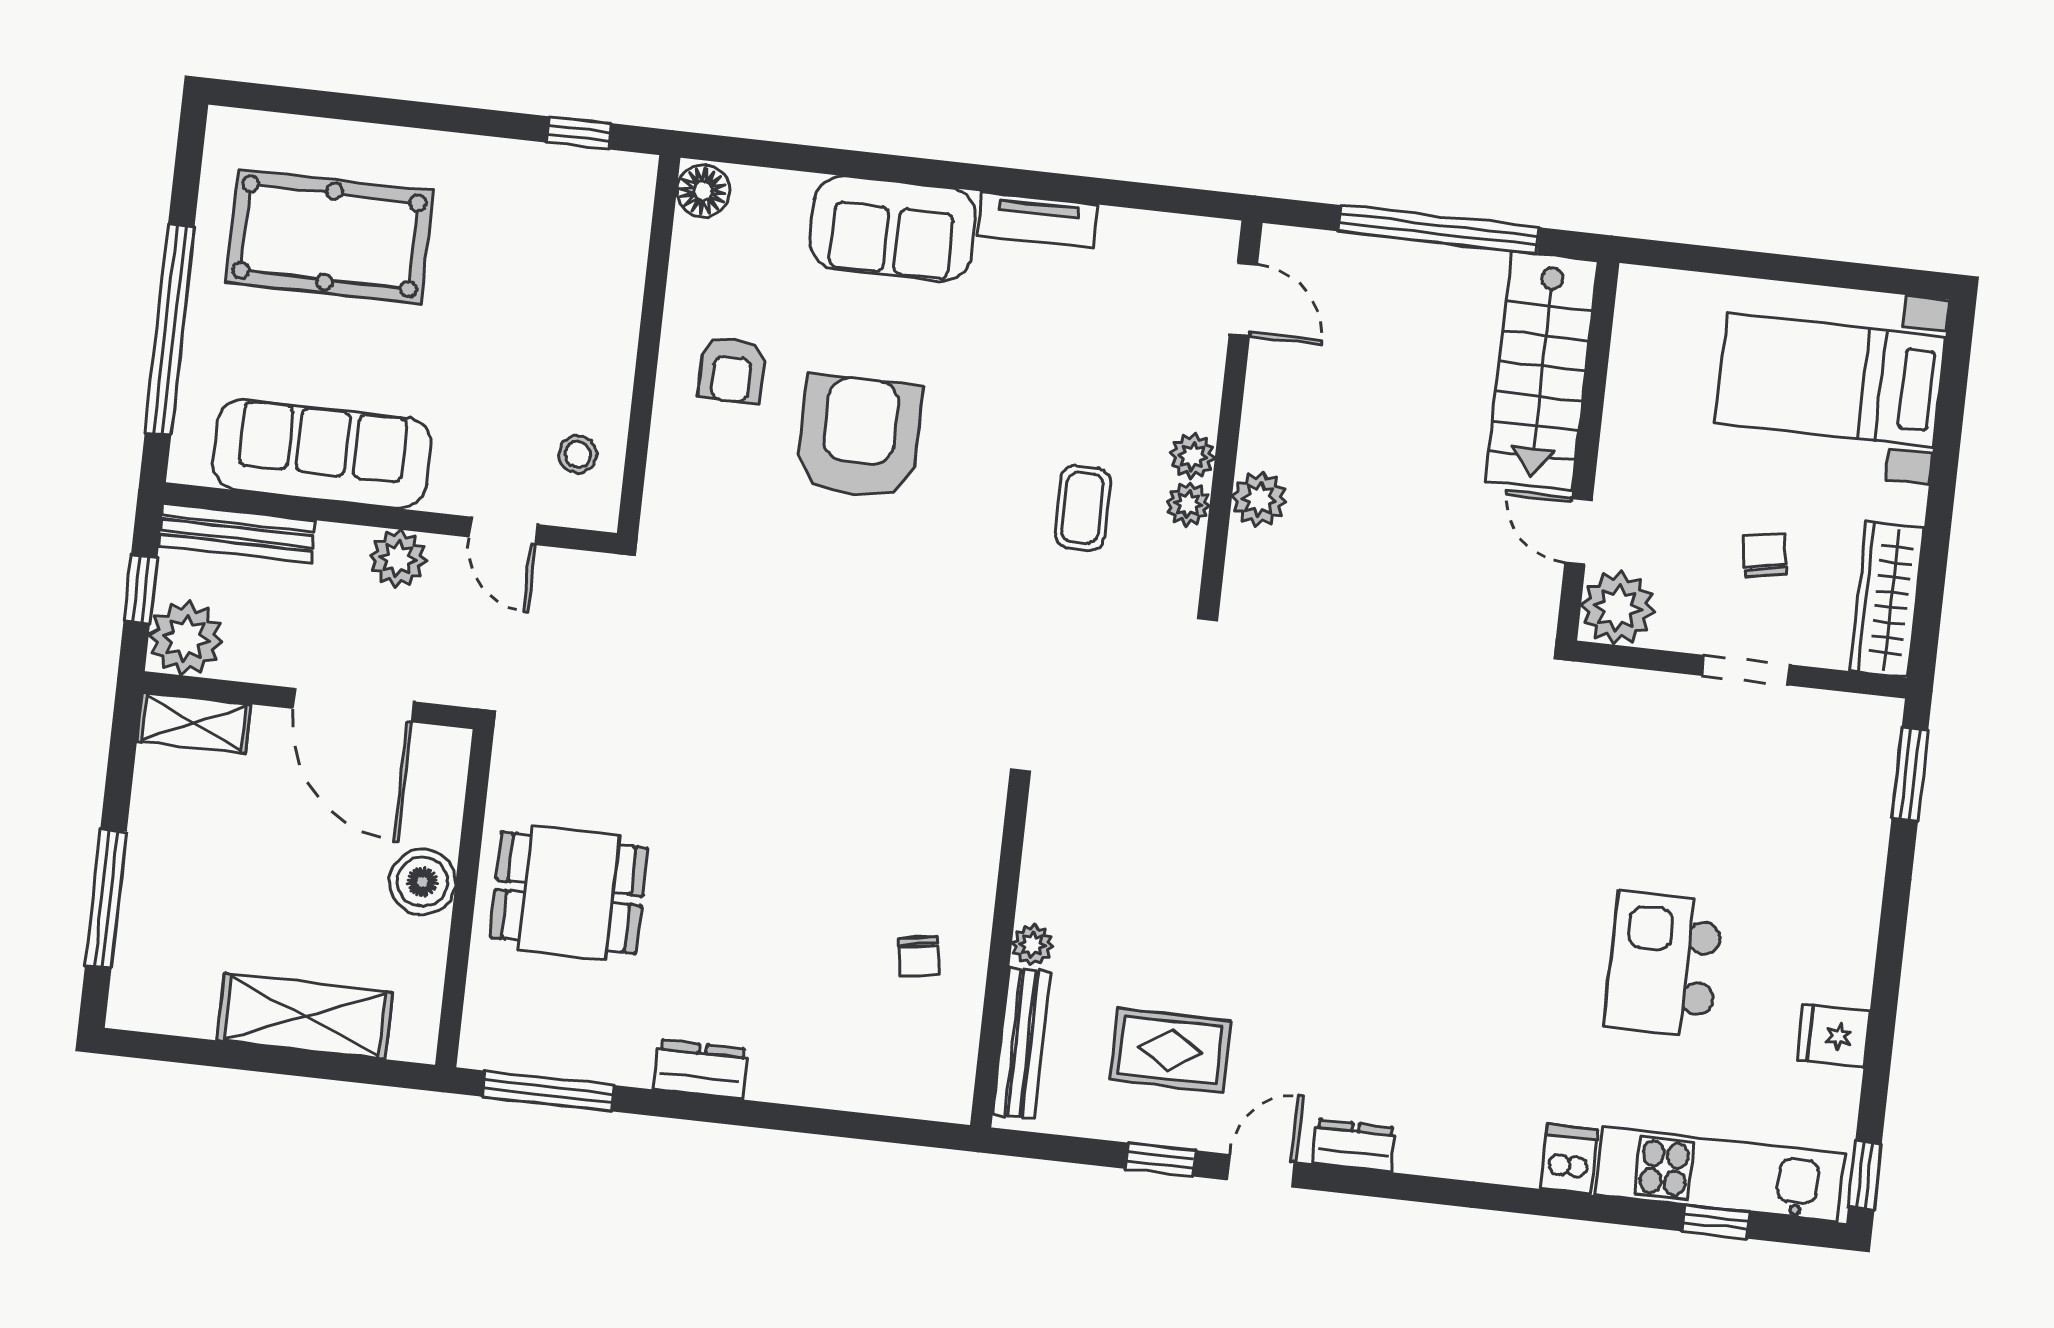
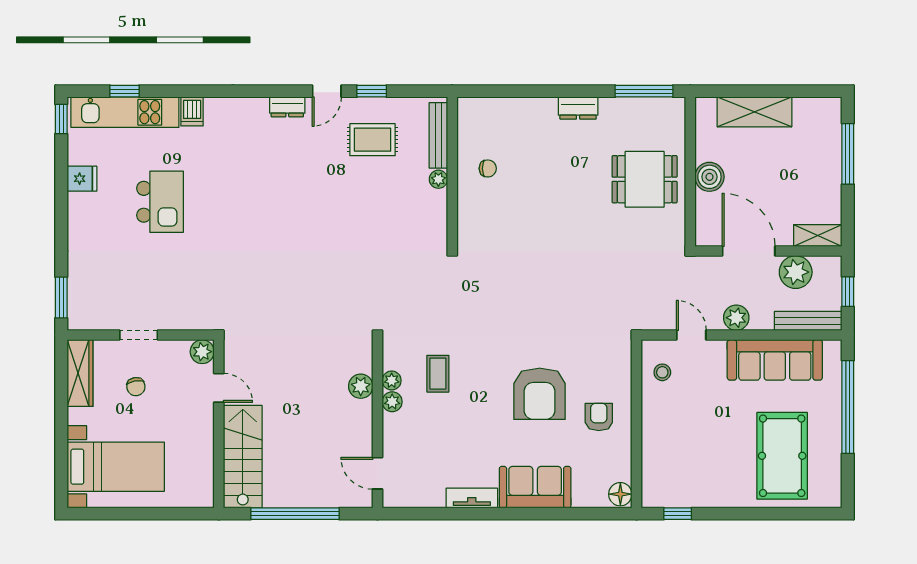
pool table: (329, 237) -> (782, 456), turned 90
plant: (1618, 608) -> (202, 352), width x0.73, depth x0.73
plant: (186, 638) -> (796, 272), moved
chair: (919, 957) -> (488, 168), turned 99

